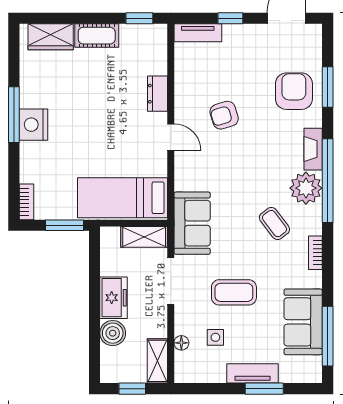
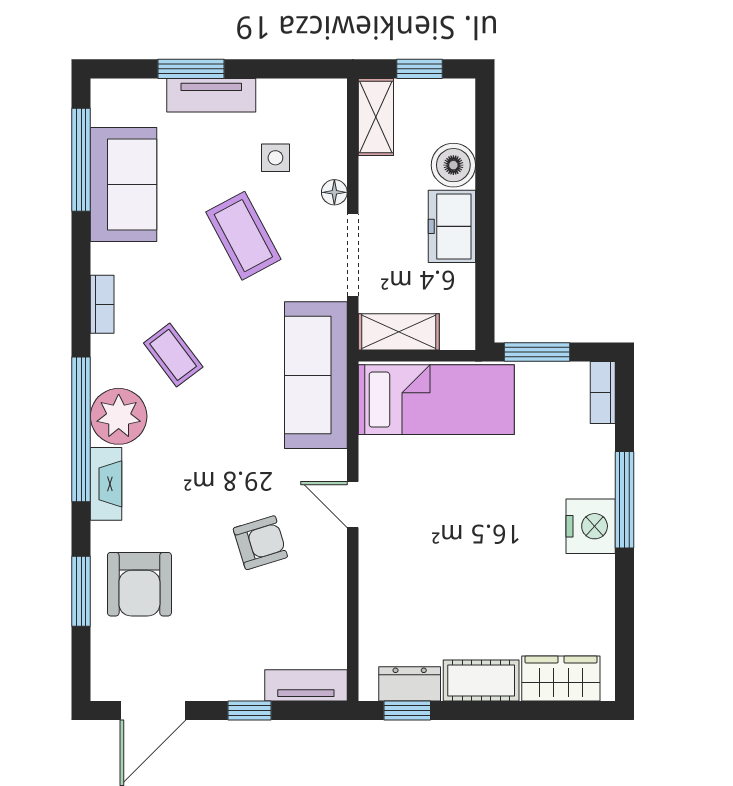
dresser: (158, 94) -> (410, 684), moved, turned -90
window: (14, 115) -> (625, 500), moved
sofa: (192, 223) -> (316, 375), width x1.36
coffee table: (234, 292) -> (243, 236), turned 62
floor lamp: (181, 343) -> (334, 192), moved

